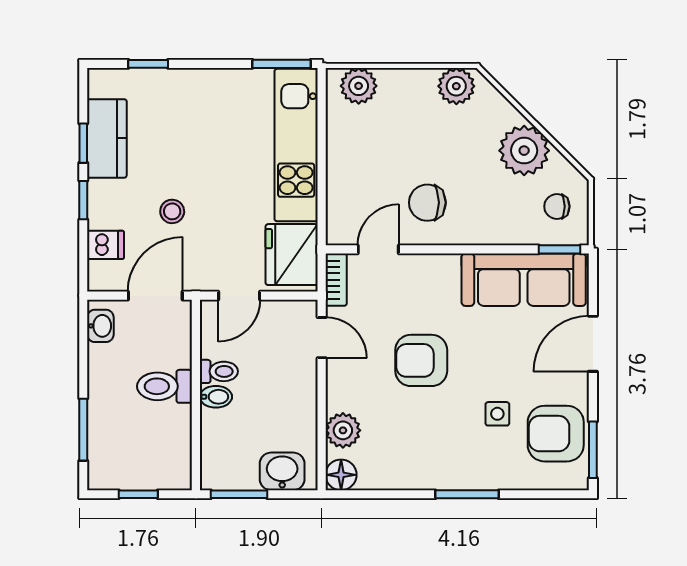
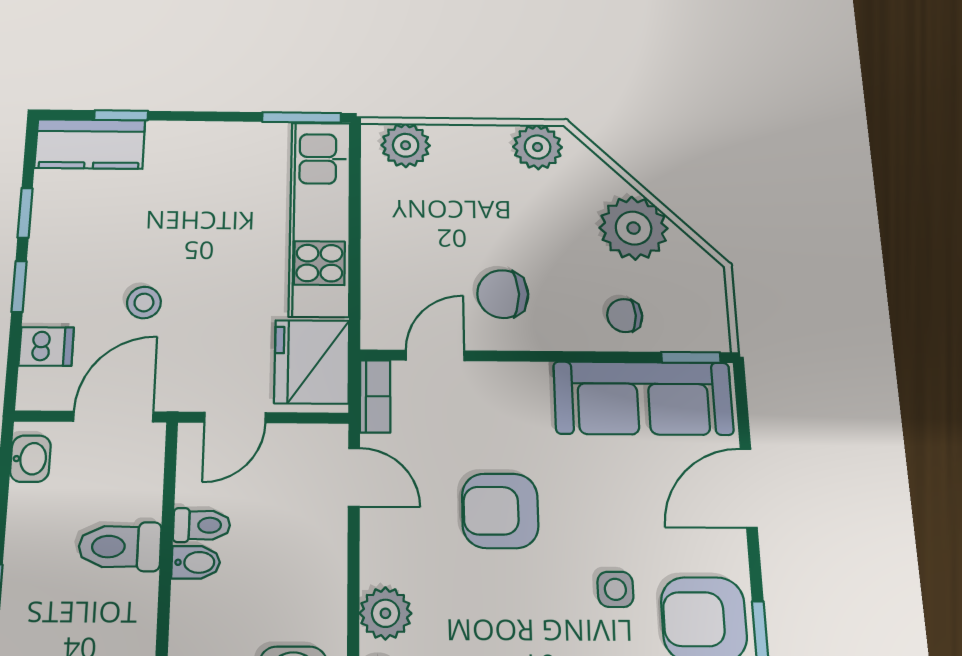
kitchen counter: (107, 138) -> (90, 144), moved, turned 90
chair: (557, 206) -> (625, 316), moved

